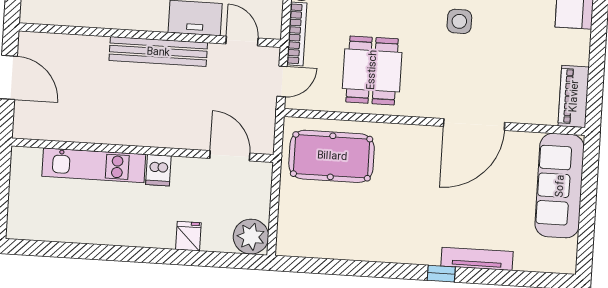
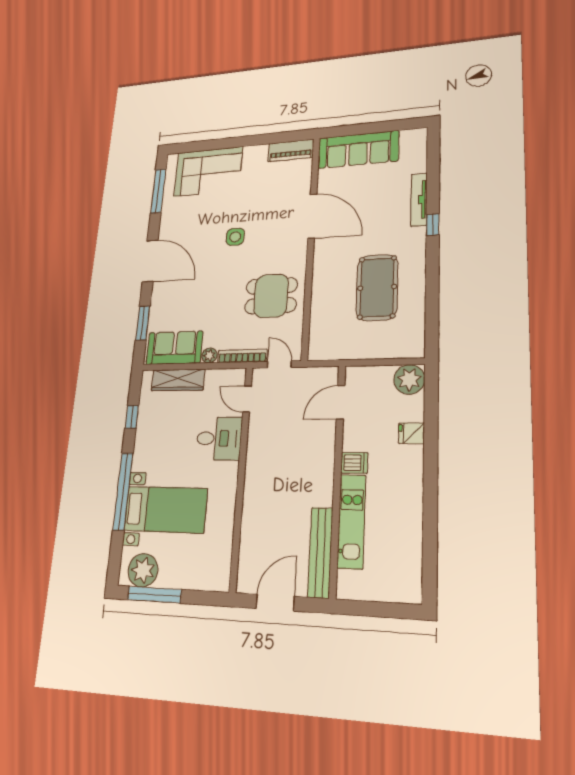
door: (242, 41) -> (247, 399), hinge flipped
bench: (158, 52) -> (320, 552), moved
pool table: (332, 156) -> (377, 287), moved

